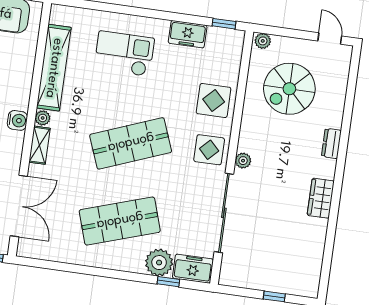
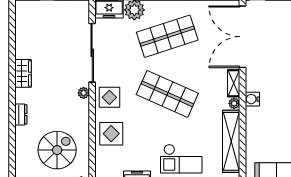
shop shelf: (131, 143) -> (167, 94), turned 45
double door: (19, 206) -> (242, 37), width x1.36

